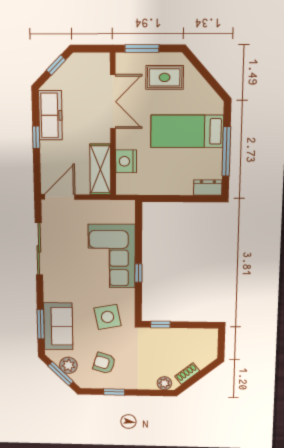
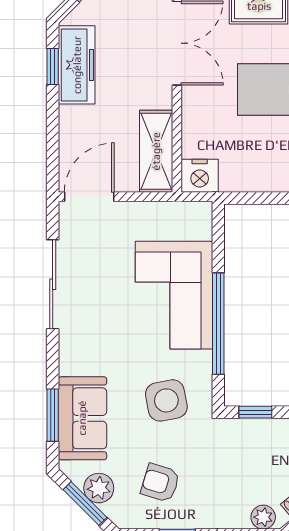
window: (36, 137) -> (53, 67), moved
nightstand: (126, 161) -> (200, 176), moved, turned -90
window: (138, 273) -> (218, 324), width x3.17

